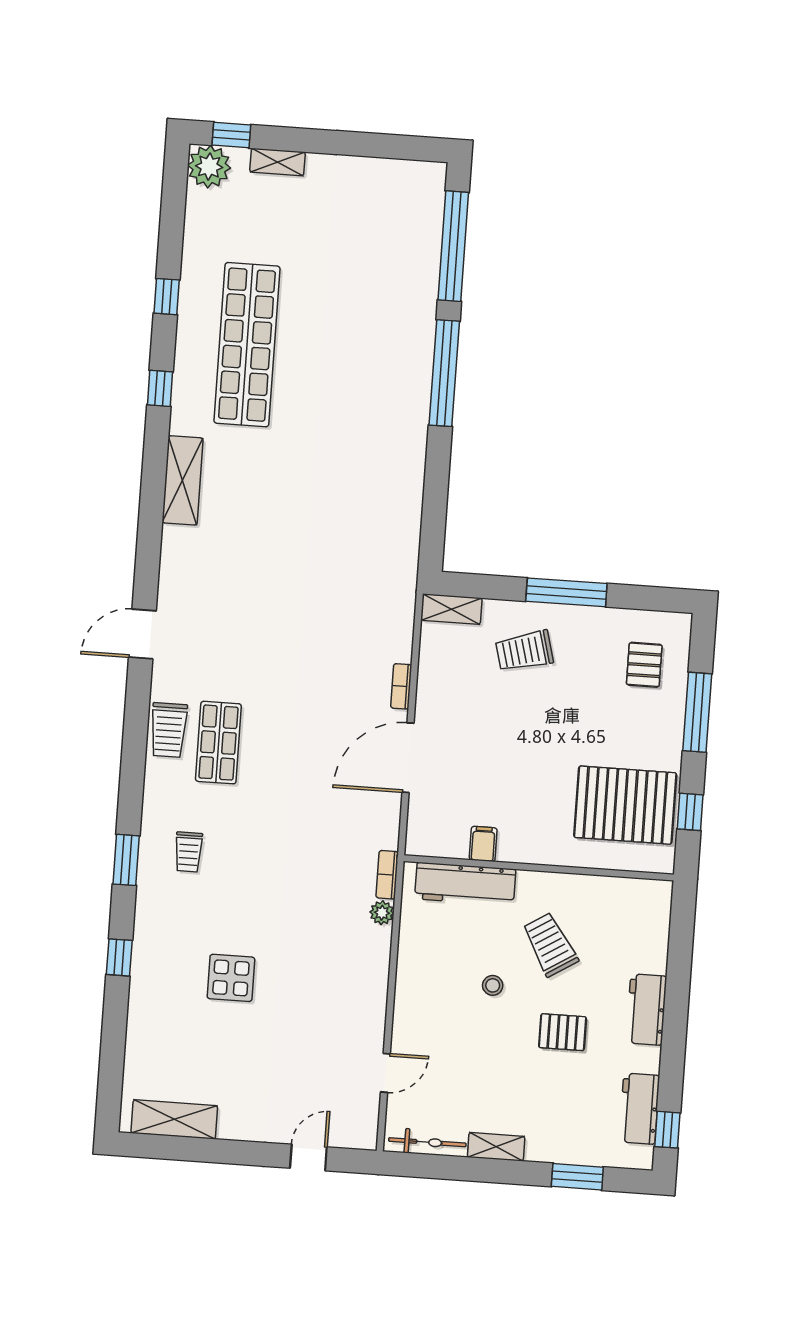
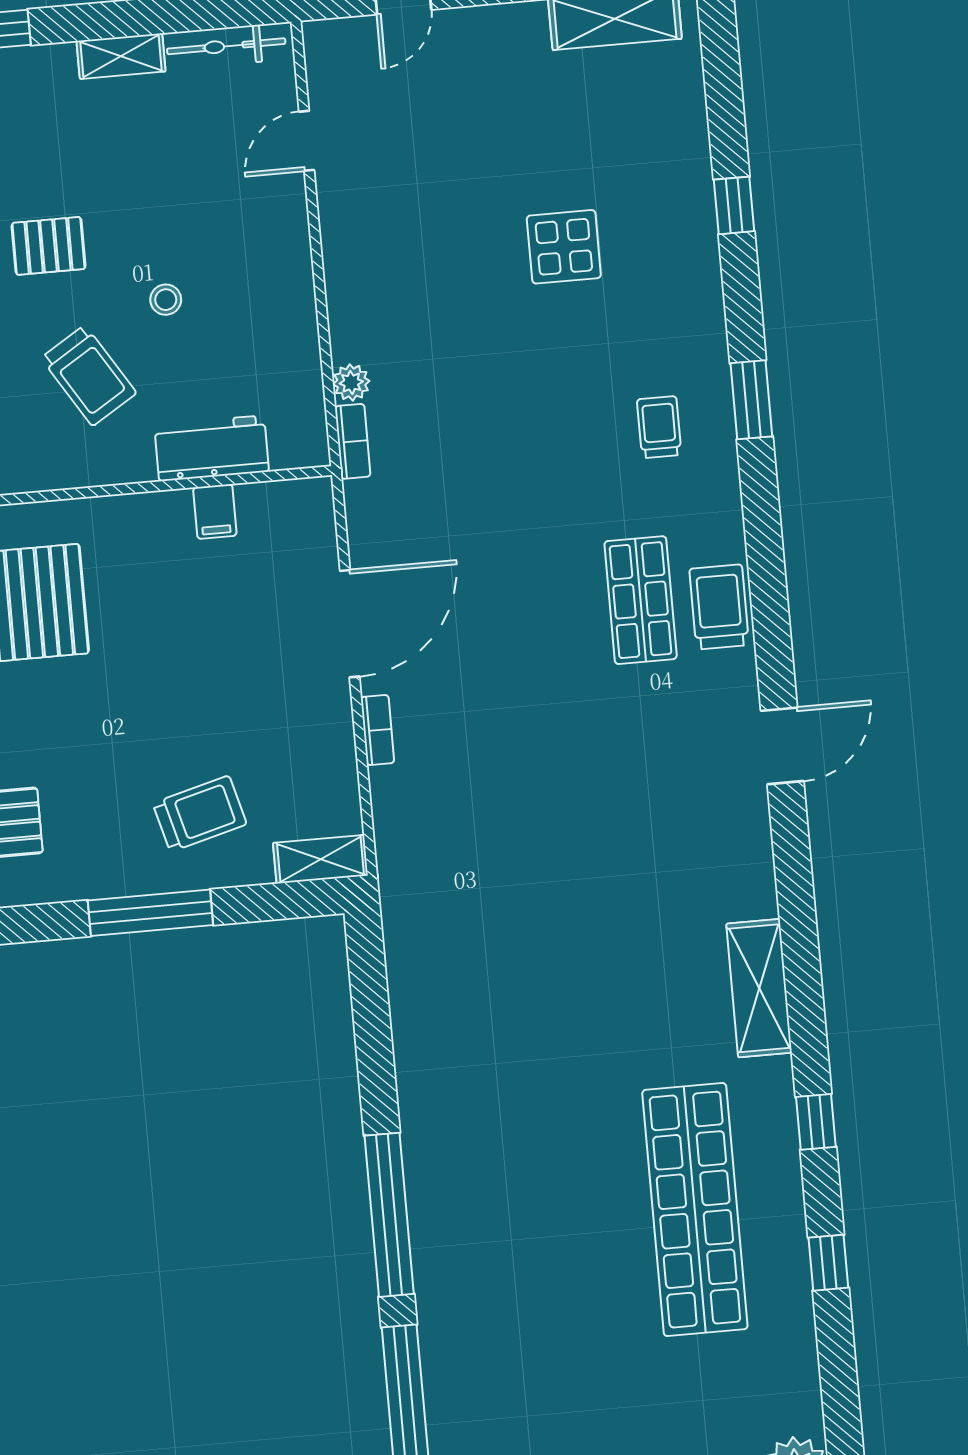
workbench: (465, 884) -> (212, 448), width x0.73
window: (119, 957) -> (734, 205), moved

